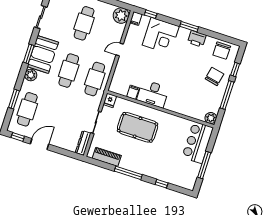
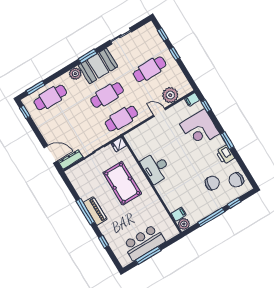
plant: (121, 16) -> (170, 95), moved
chair: (214, 76) -> (212, 183), moved
filing cabinet: (133, 92) -> (178, 214), moved
window: (14, 99) -> (35, 88), moved
bar counter: (198, 142) -> (144, 242), moved
door: (39, 144) -> (51, 154), moved
piano: (107, 157) -> (95, 211), moved

